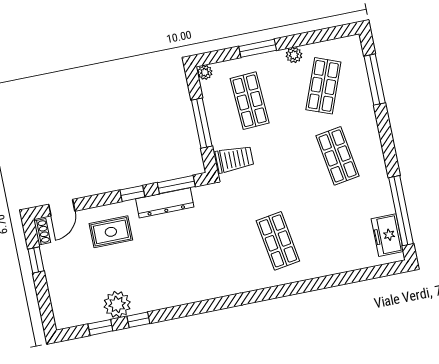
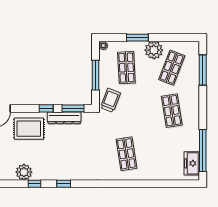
plant: (294, 55) -> (154, 50), width x1.88, depth x1.88
trolley: (234, 159) -> (110, 100), turned -69
rug: (111, 232) -> (29, 129), width x1.36, depth x1.43
window: (100, 327) -> (64, 184), moved

